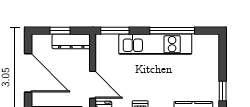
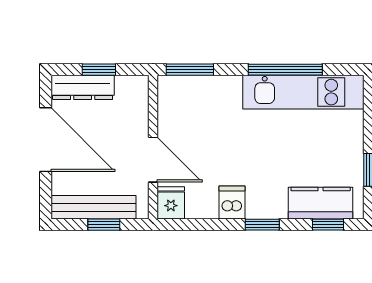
dresser: (71, 41) -> (83, 87), moved
kitchen unit: (155, 44) -> (303, 92), moved

